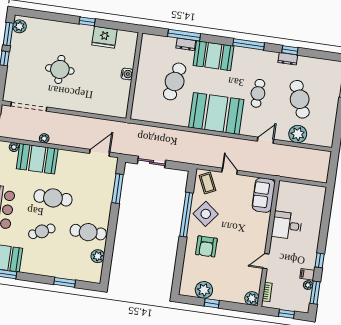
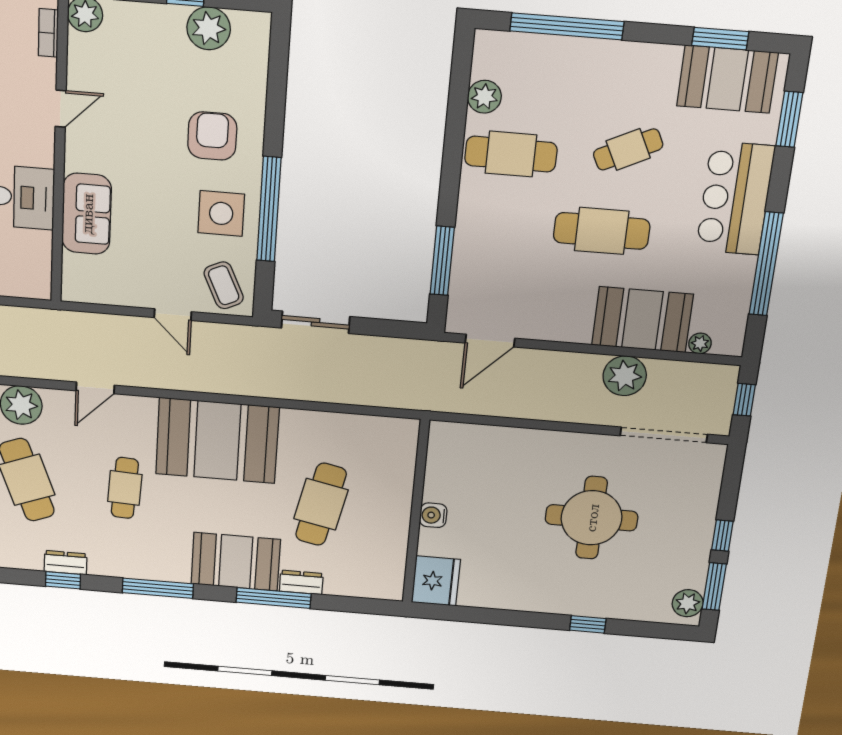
window: (87, 21) -> (588, 624), moved
window: (184, 35) -> (274, 598), moved
fridge: (104, 37) -> (436, 581), moved, turned 90
round table: (60, 69) -> (592, 518), width x1.36, depth x1.36
plant: (44, 138) -> (625, 376), width x1.88, depth x1.88
sliding door: (152, 162) -> (316, 322), moved
sofa: (264, 195) -> (87, 214), moved
side table: (206, 214) -> (221, 213), turned -38
window: (65, 282) -> (567, 26), width x2.11

